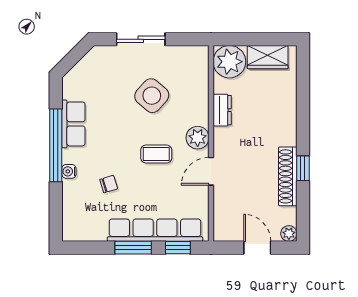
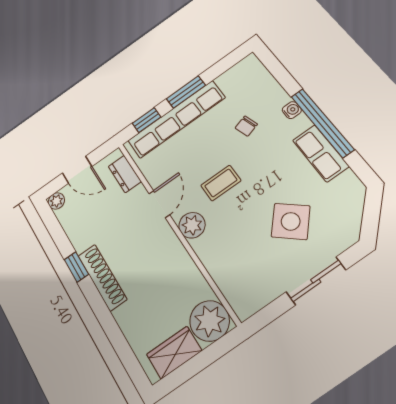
side table: (152, 96) -> (291, 221), moved
dresser: (222, 110) -> (125, 174), moved
shoe rack: (288, 176) -> (102, 277), moved

